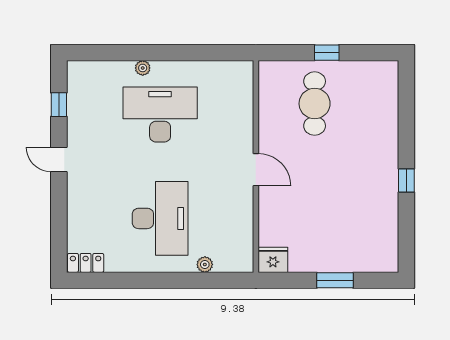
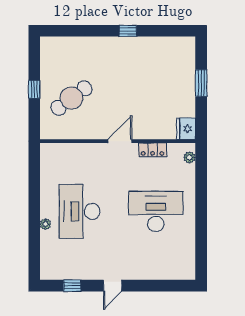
cafe table: (315, 104) -> (71, 98), turned -37
locker: (86, 263) -> (153, 150), moved, turned -90
plant: (205, 264) -> (190, 158), moved

